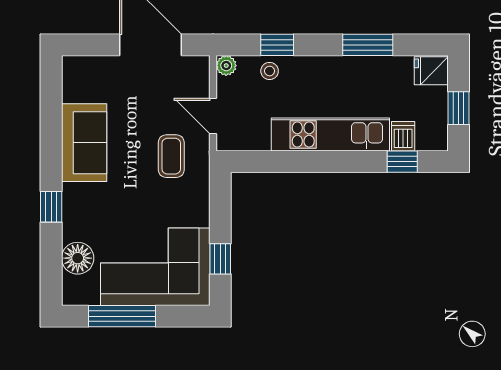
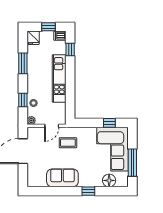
dishwasher: (403, 136) -> (60, 36), moved

